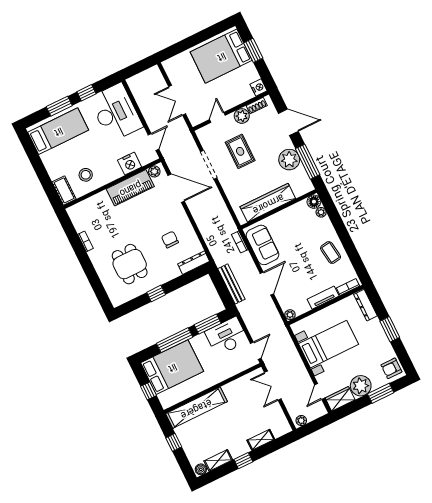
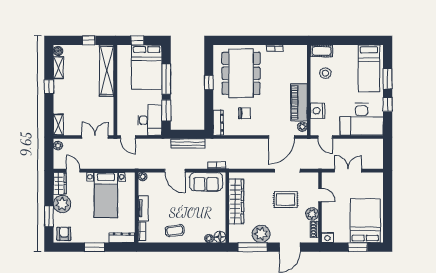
dining table: (130, 264) -> (241, 73), width x1.88, depth x1.24
shelving: (261, 440) -> (58, 125), moved

